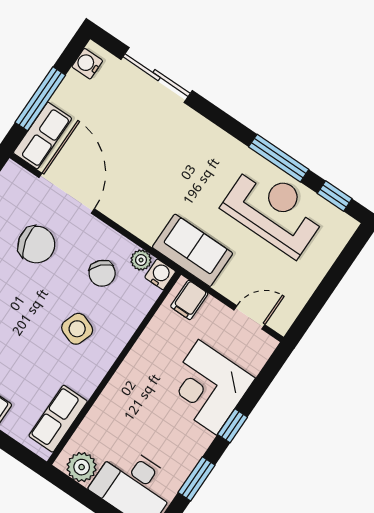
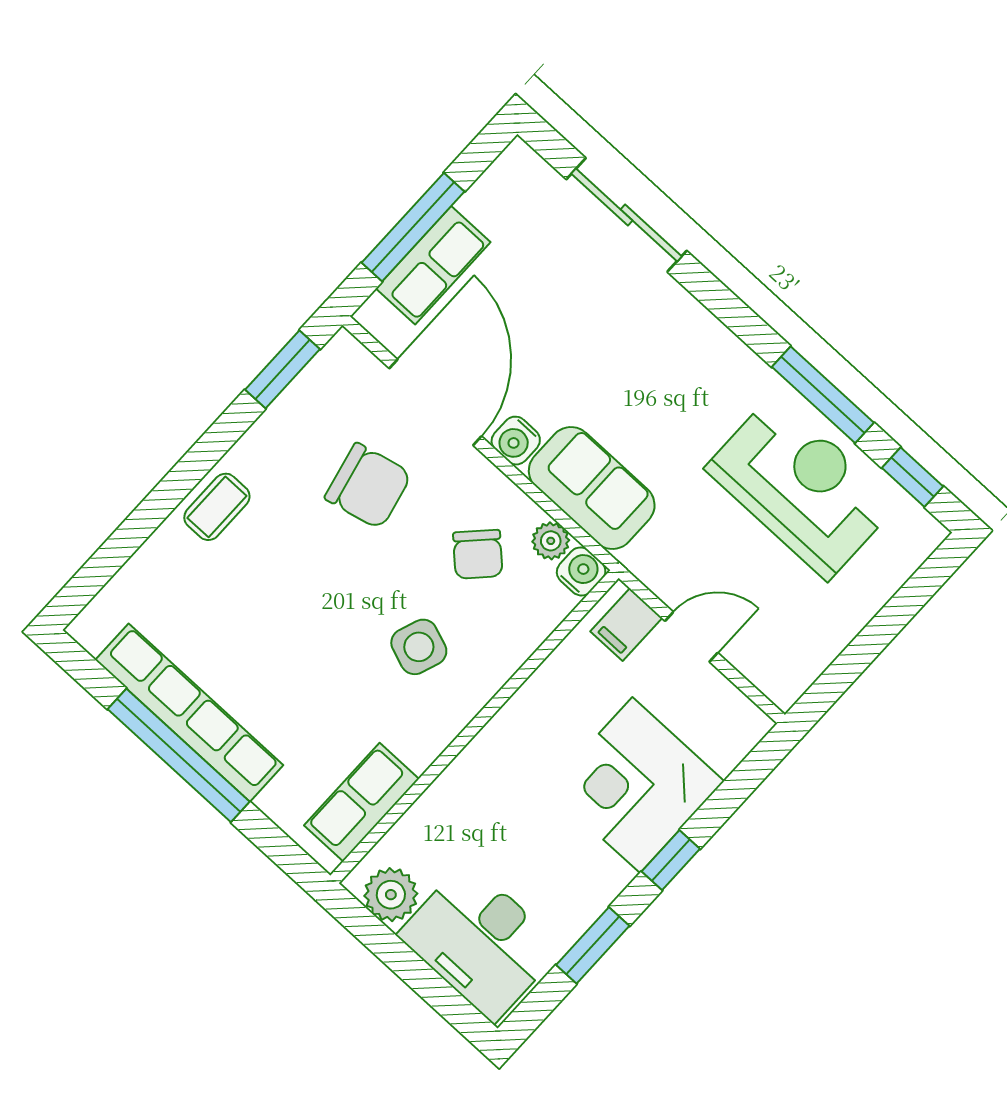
water cooler: (87, 64) -> (516, 441), moved, turned -90
row of seats: (43, 136) -> (433, 265), moved
sofa: (192, 250) -> (592, 488), moved
door: (249, 317) -> (691, 637), moved

